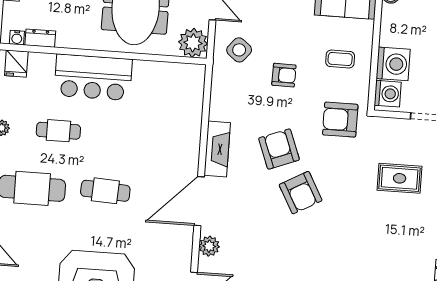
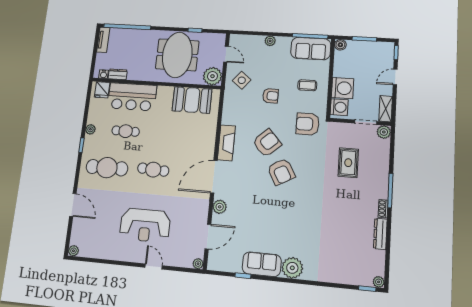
bar counter: (93, 77) -> (132, 97), moved
booth: (162, 81) -> (192, 100), added
armchair: (279, 149) -> (267, 143), turned 69
rug: (400, 178) -> (348, 163), turned 90

